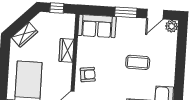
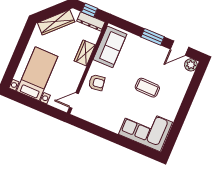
dresser: (62, 18) -> (91, 22), added
sofa: (97, 26) -> (110, 47), moved, turned -90
wardrobe: (25, 35) -> (56, 22), width x1.50

